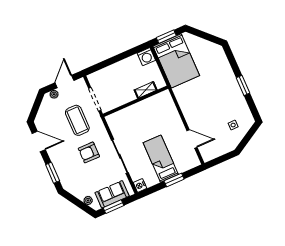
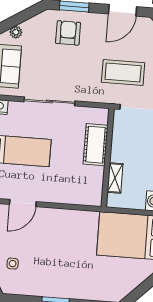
cot: (131, 113) -> (95, 145), added
armchair: (89, 152) -> (68, 33), moved

